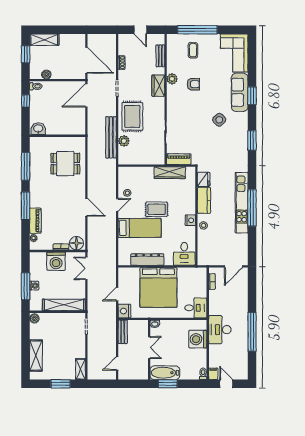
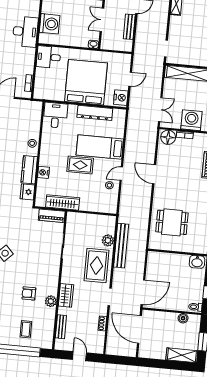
nightstand: (190, 220) -> (43, 172), moved
nightstand: (124, 311) -> (121, 98), moved
bench: (123, 332) -> (129, 27), moved

